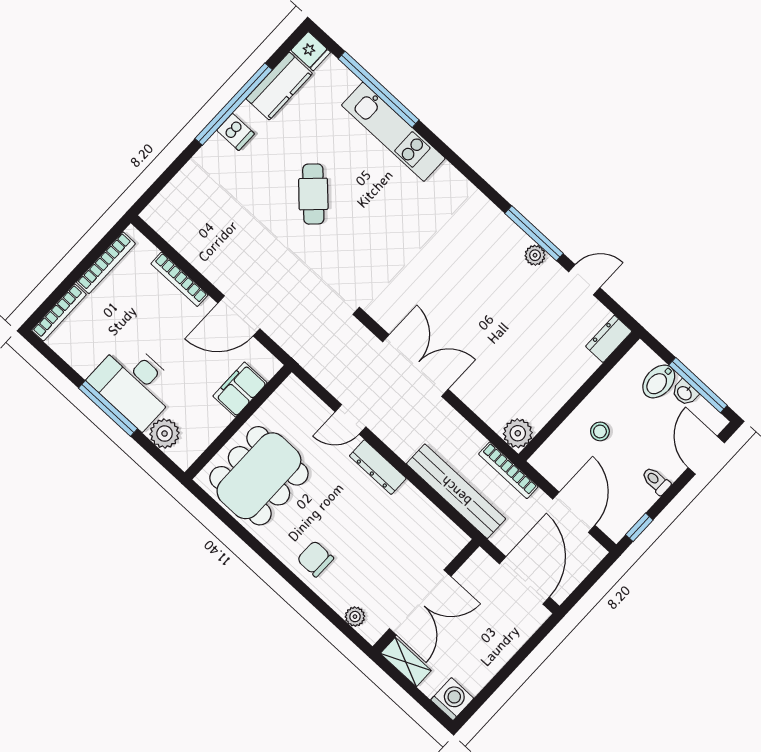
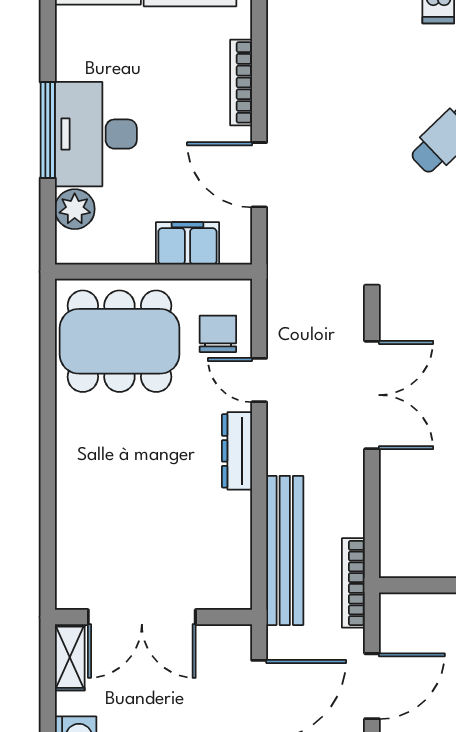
plant: (518, 433) -> (399, 558), removed
chair: (315, 559) -> (218, 334), moved
plant: (355, 617) -> (68, 565), removed

